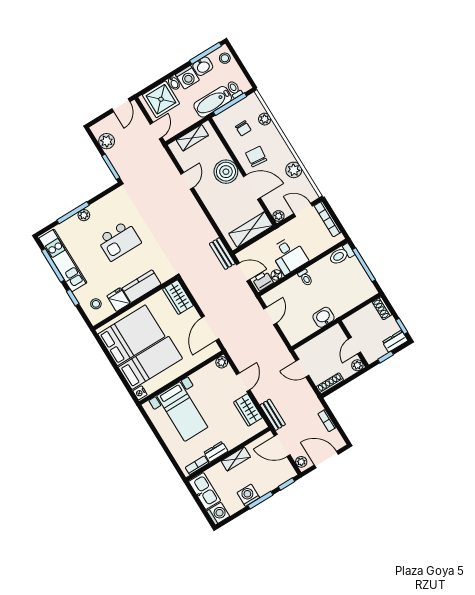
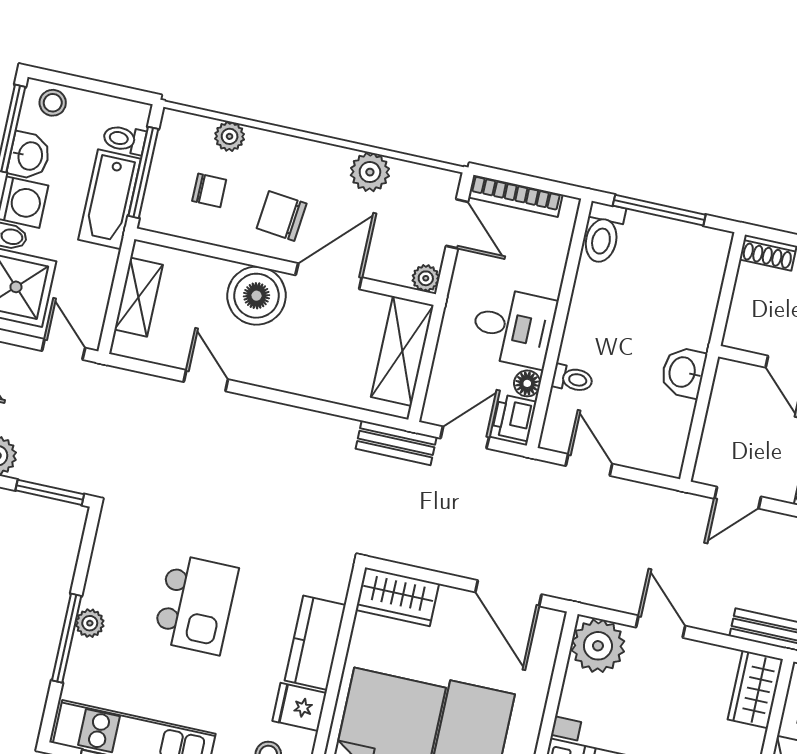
door: (303, 210) -> (457, 224), swing flipped
toilet: (305, 278) -> (572, 379), moved
plant: (222, 362) -> (598, 646), width x1.88, depth x1.88
wardrobe: (248, 410) -> (755, 689), moved, turned 90

